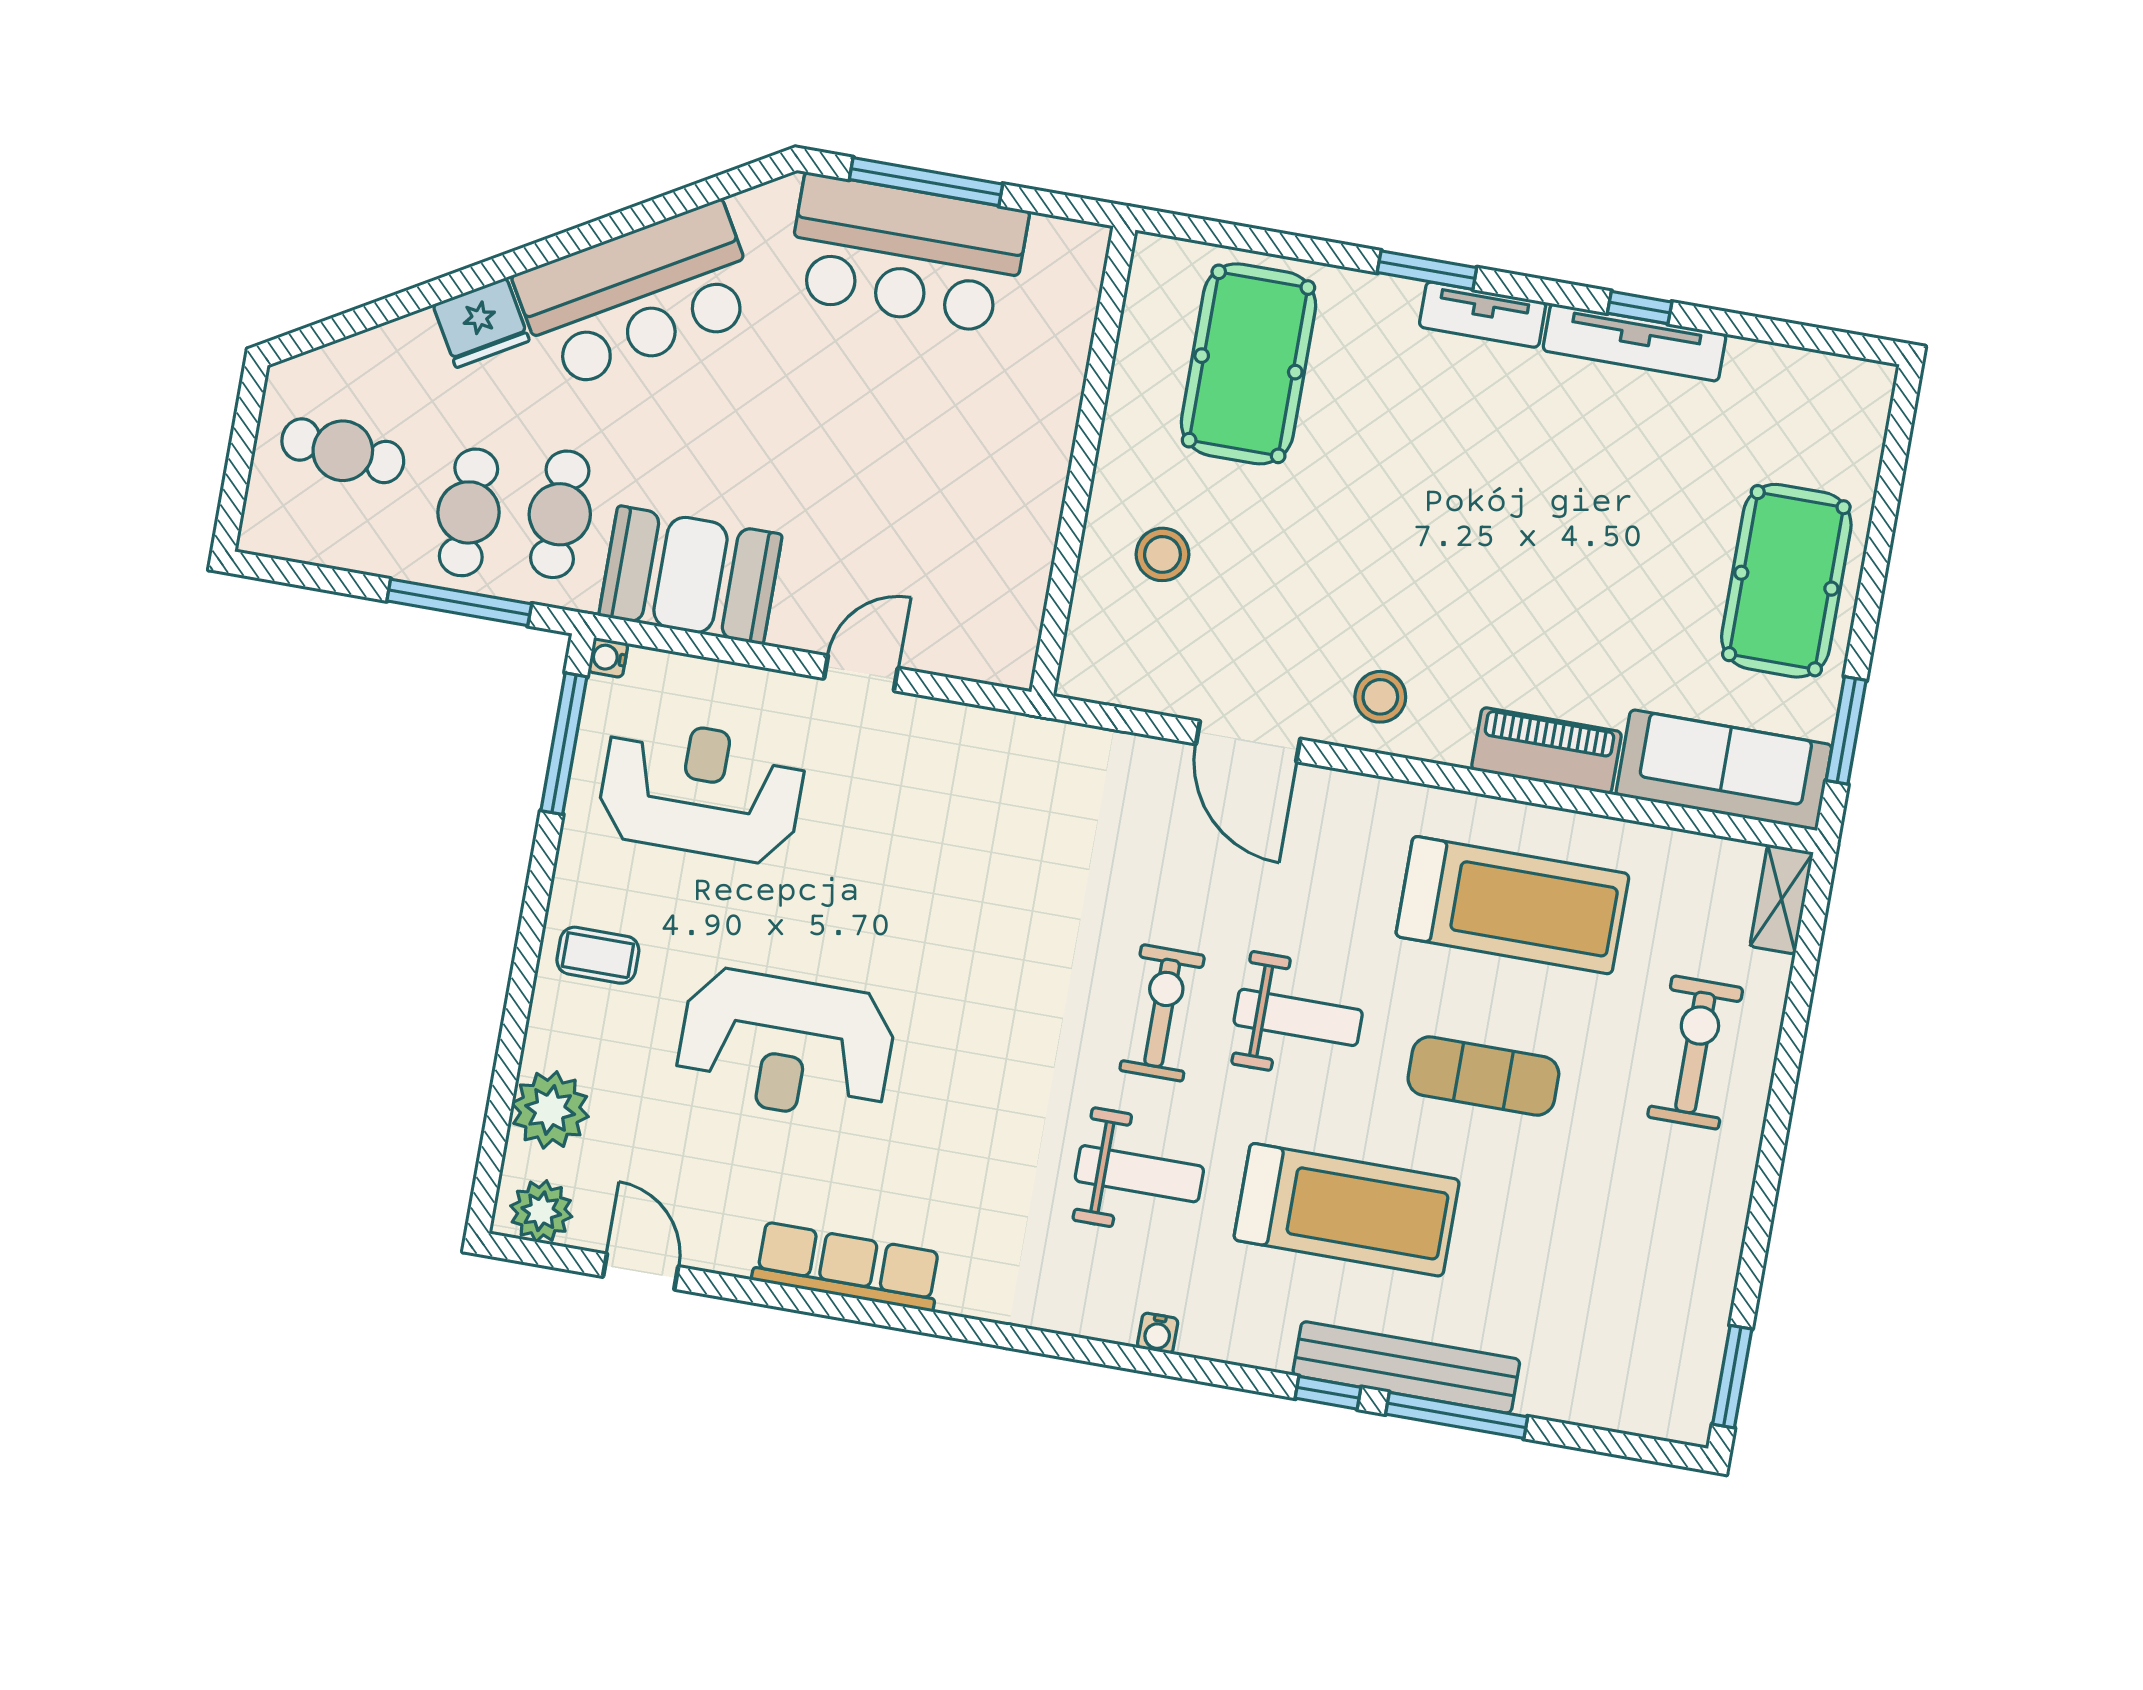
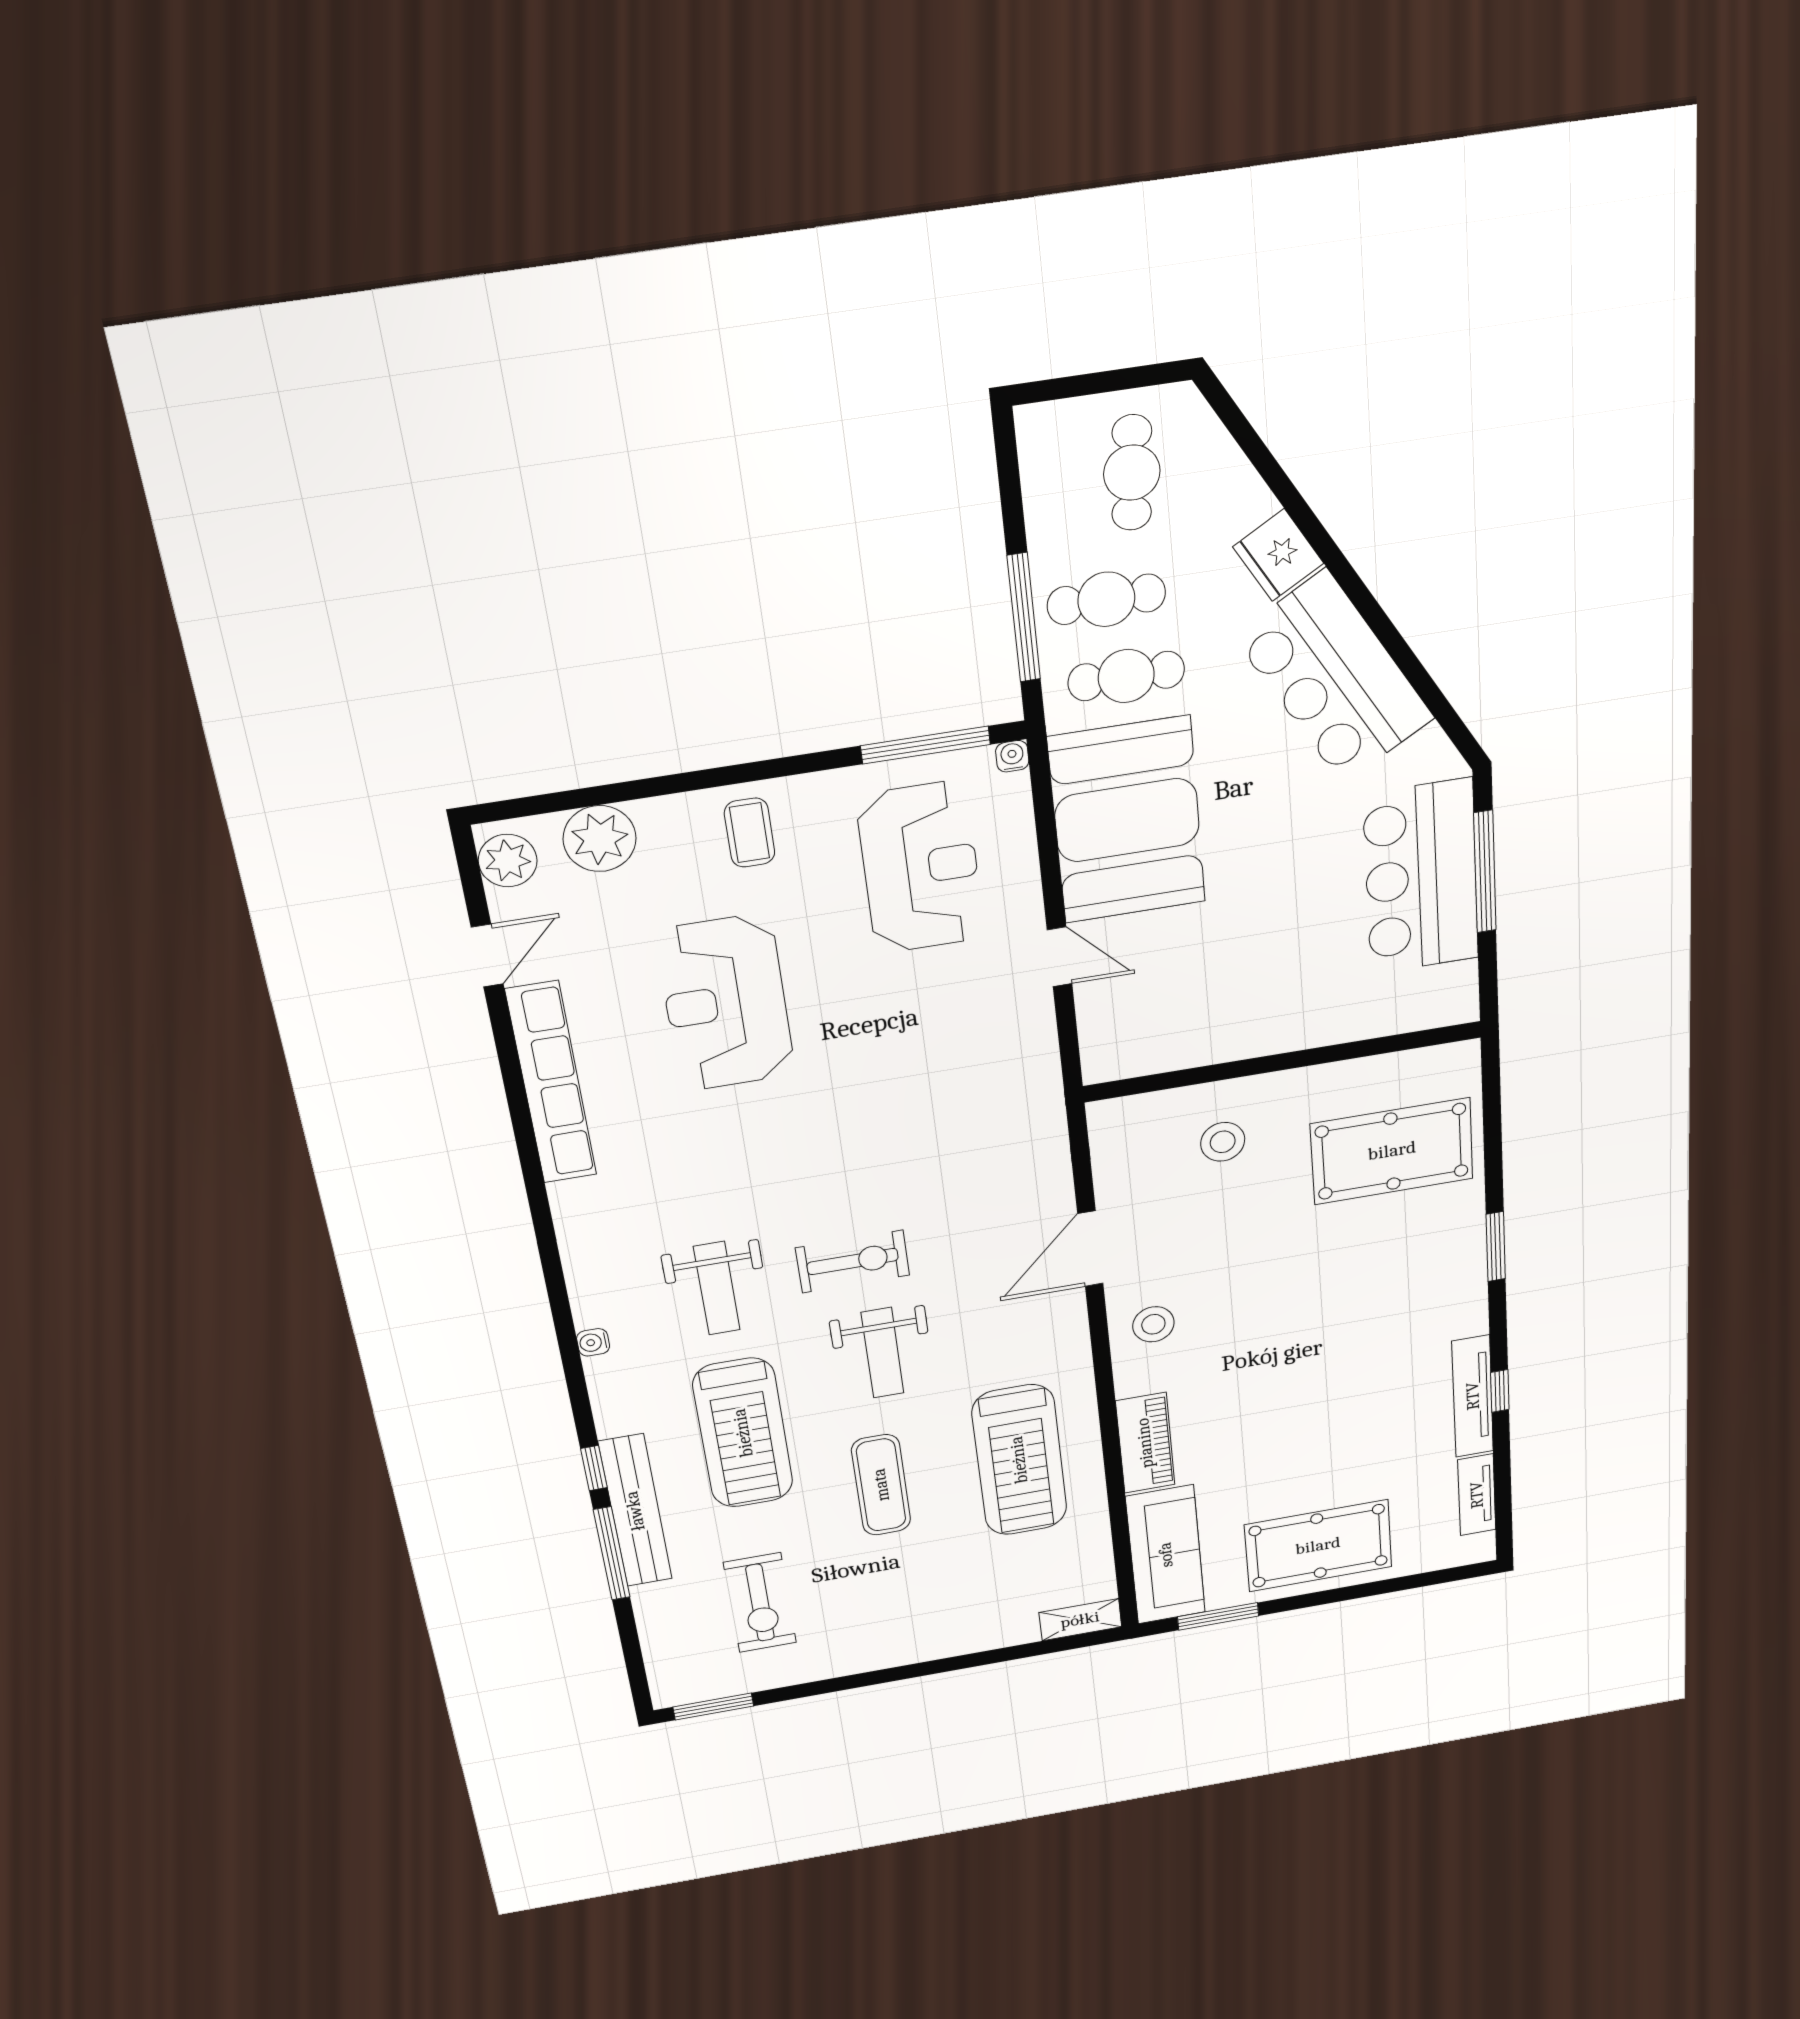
tv unit: (1483, 315) -> (1477, 1495), moved
booth: (690, 575) -> (1127, 820), width x1.36, depth x1.42
exercise bike: (1695, 1052) -> (760, 1603), moved, turned 90
row of seats: (847, 1266) -> (551, 1083), width x1.36

